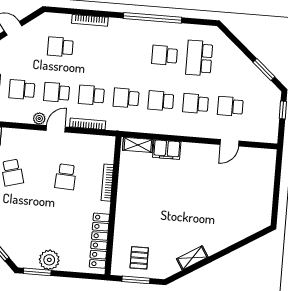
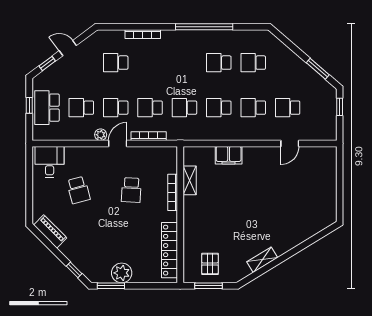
school desk: (199, 58) -> (253, 63), width x0.54
shelving: (138, 145) -> (190, 180), moved, turned 90

